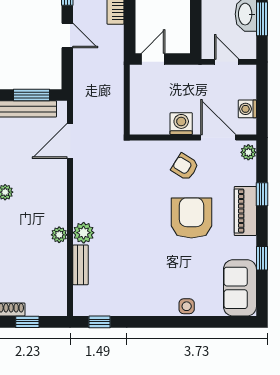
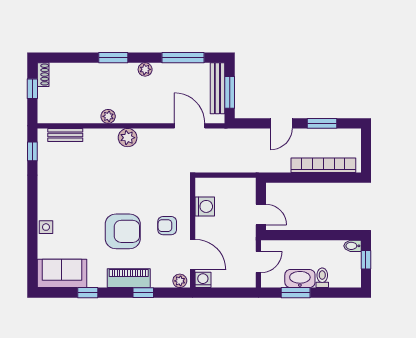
door: (153, 59) -> (261, 215), moved
washing machine: (247, 109) -> (203, 280), moved
washing machine: (181, 124) -> (205, 206), moved
door: (218, 138) -> (193, 255), hinge flipped
armchair: (185, 167) -> (167, 226), turned -122
plant: (84, 233) -> (128, 138), moved
bench: (81, 265) -> (65, 135), moved

